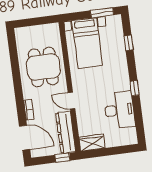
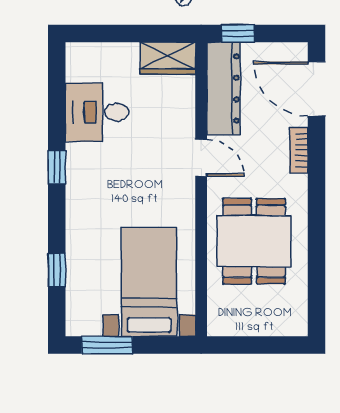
desk: (119, 110) -> (97, 112), width x0.73

